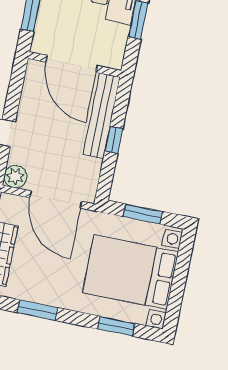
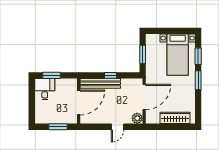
bed with nightstands: (131, 272) -> (178, 55), width x0.73
window: (37, 310) -> (198, 80), moved

